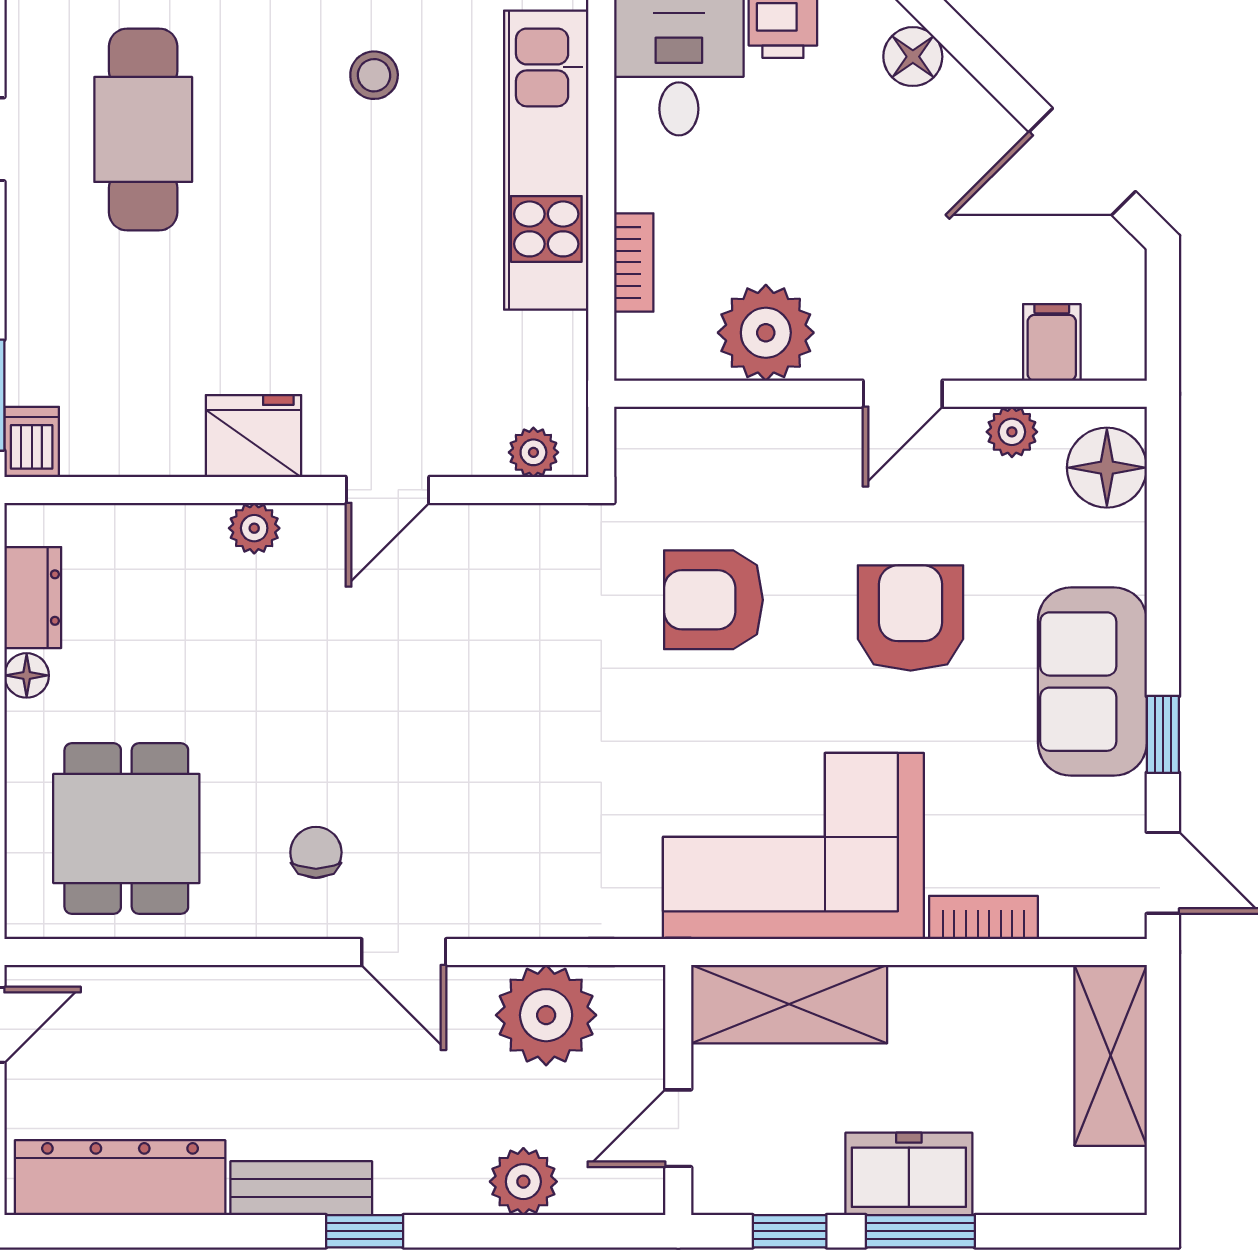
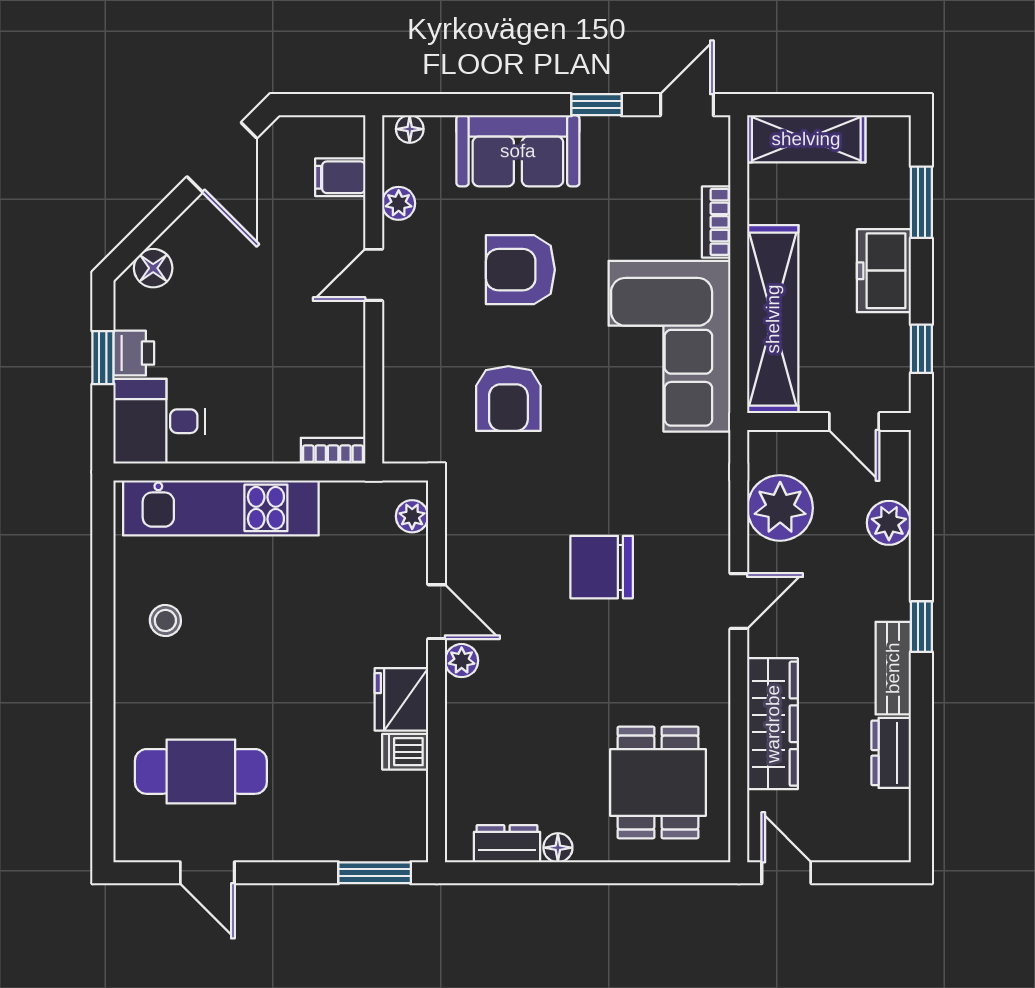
bookcase: (634, 262) -> (333, 451), moved
plant: (766, 333) -> (334, 364), removed
door: (903, 394) -> (374, 275), swing flipped
dishwasher: (32, 442) -> (405, 752), moved
floor lamp: (1107, 468) -> (410, 129), width x0.53, depth x0.53
plant: (254, 528) -> (462, 661), moved
sofa: (1092, 682) -> (518, 151), moved
dining table: (126, 829) -> (658, 783), turned 90
chair: (316, 852) -> (602, 567), moved, width x1.87, depth x1.87
wardrobe: (216, 1004) -> (773, 724), added
shelving: (789, 1004) -> (773, 319), width x1.47
dresser: (120, 1178) -> (891, 753), width x0.51, depth x0.80
window: (920, 1231) -> (921, 202), moved

